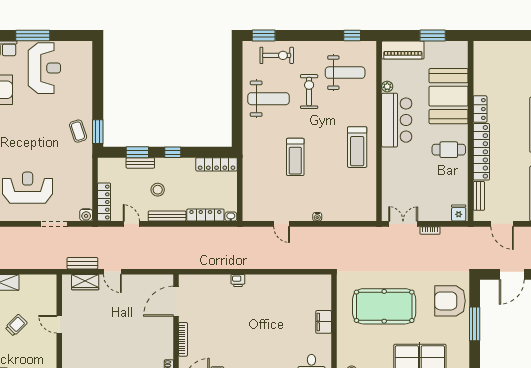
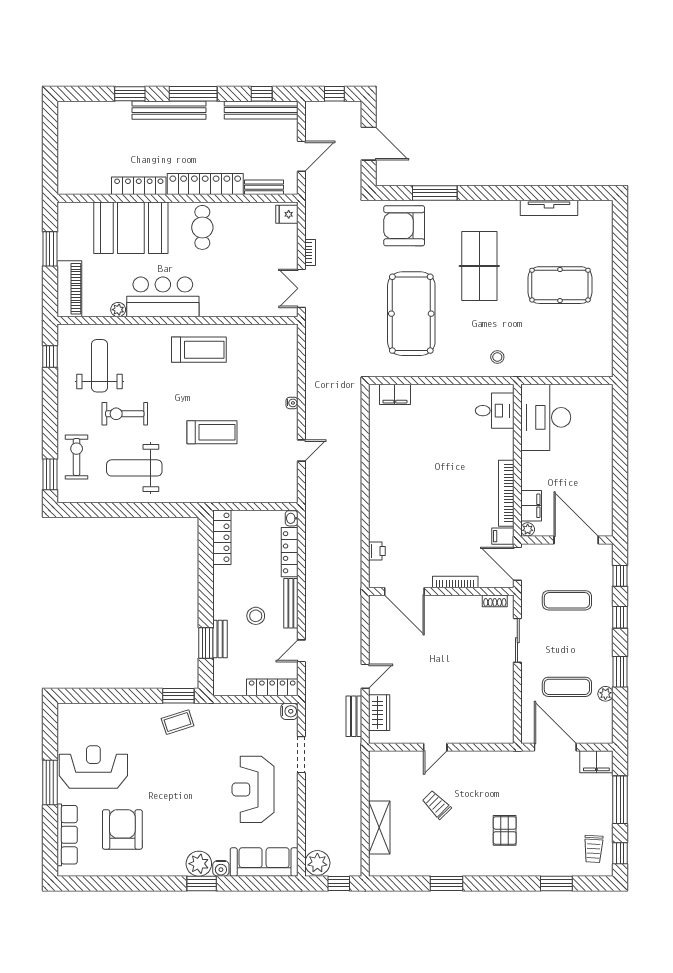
weight bench: (269, 99) -> (134, 468), turned -90
locker: (480, 109) -> (139, 186), width x1.53
window: (173, 152) -> (206, 596), removed
printer: (238, 281) -> (377, 551), moved
armchair: (450, 301) -> (404, 226), turned 90
filing cabinet: (324, 322) -> (395, 394), moved

